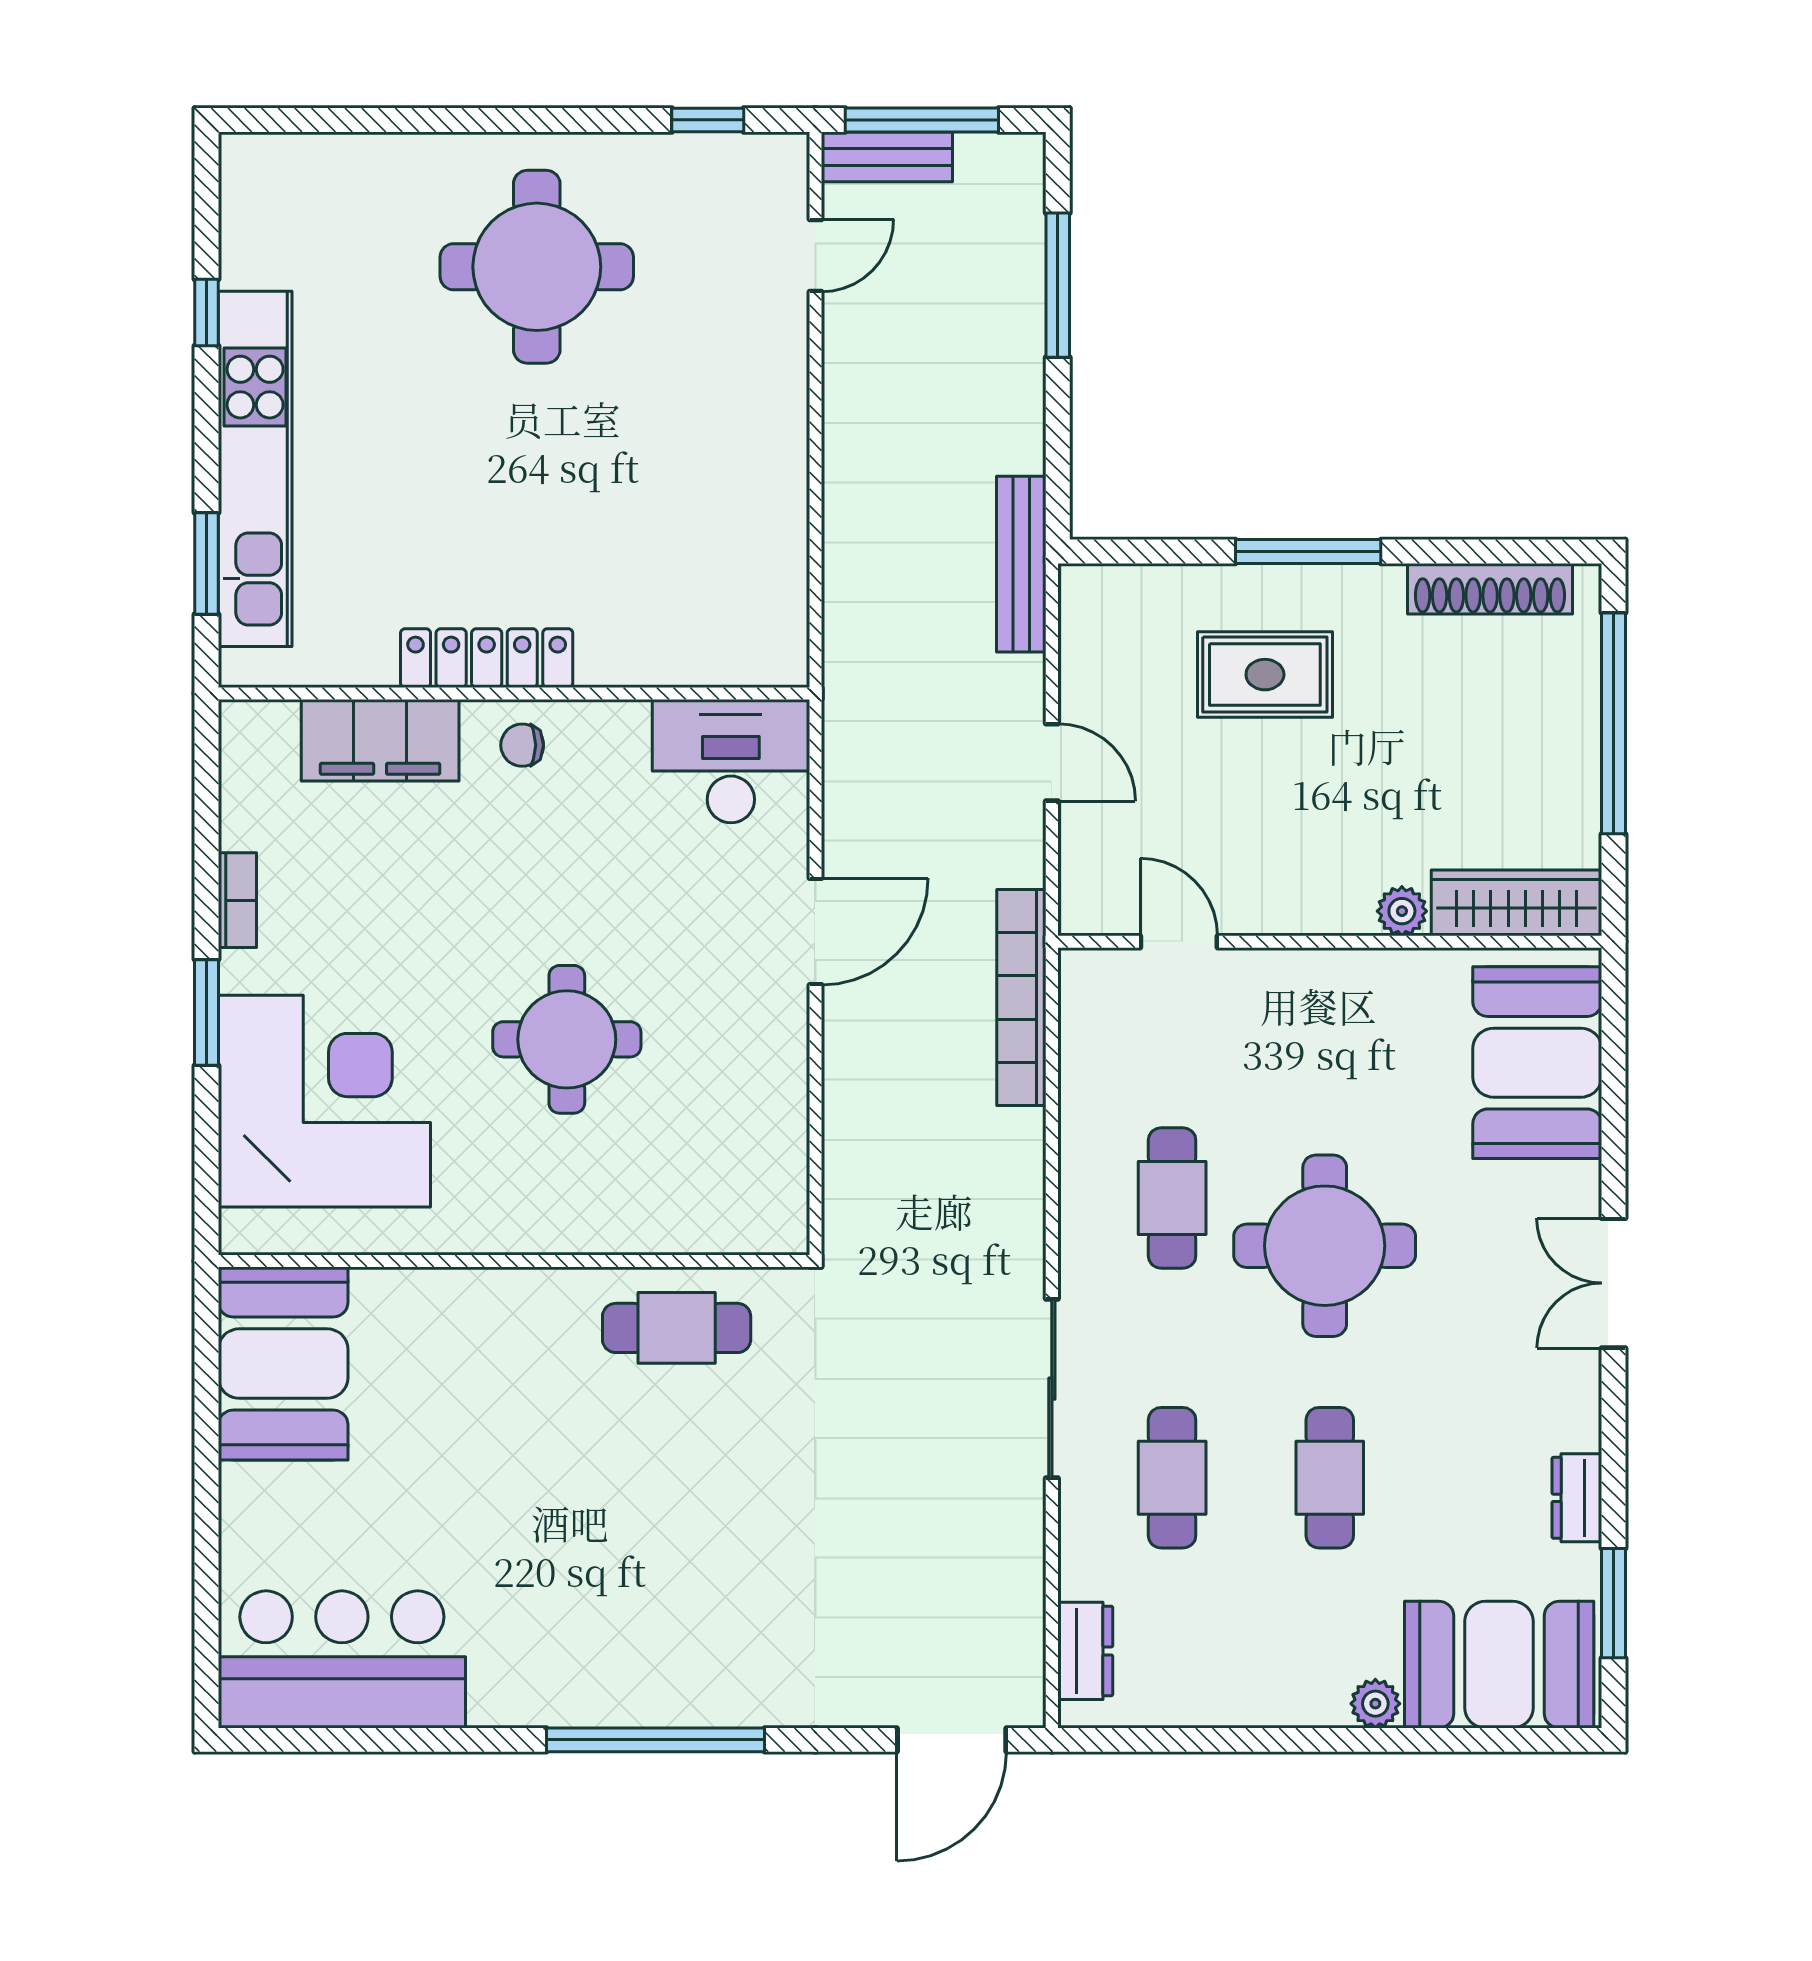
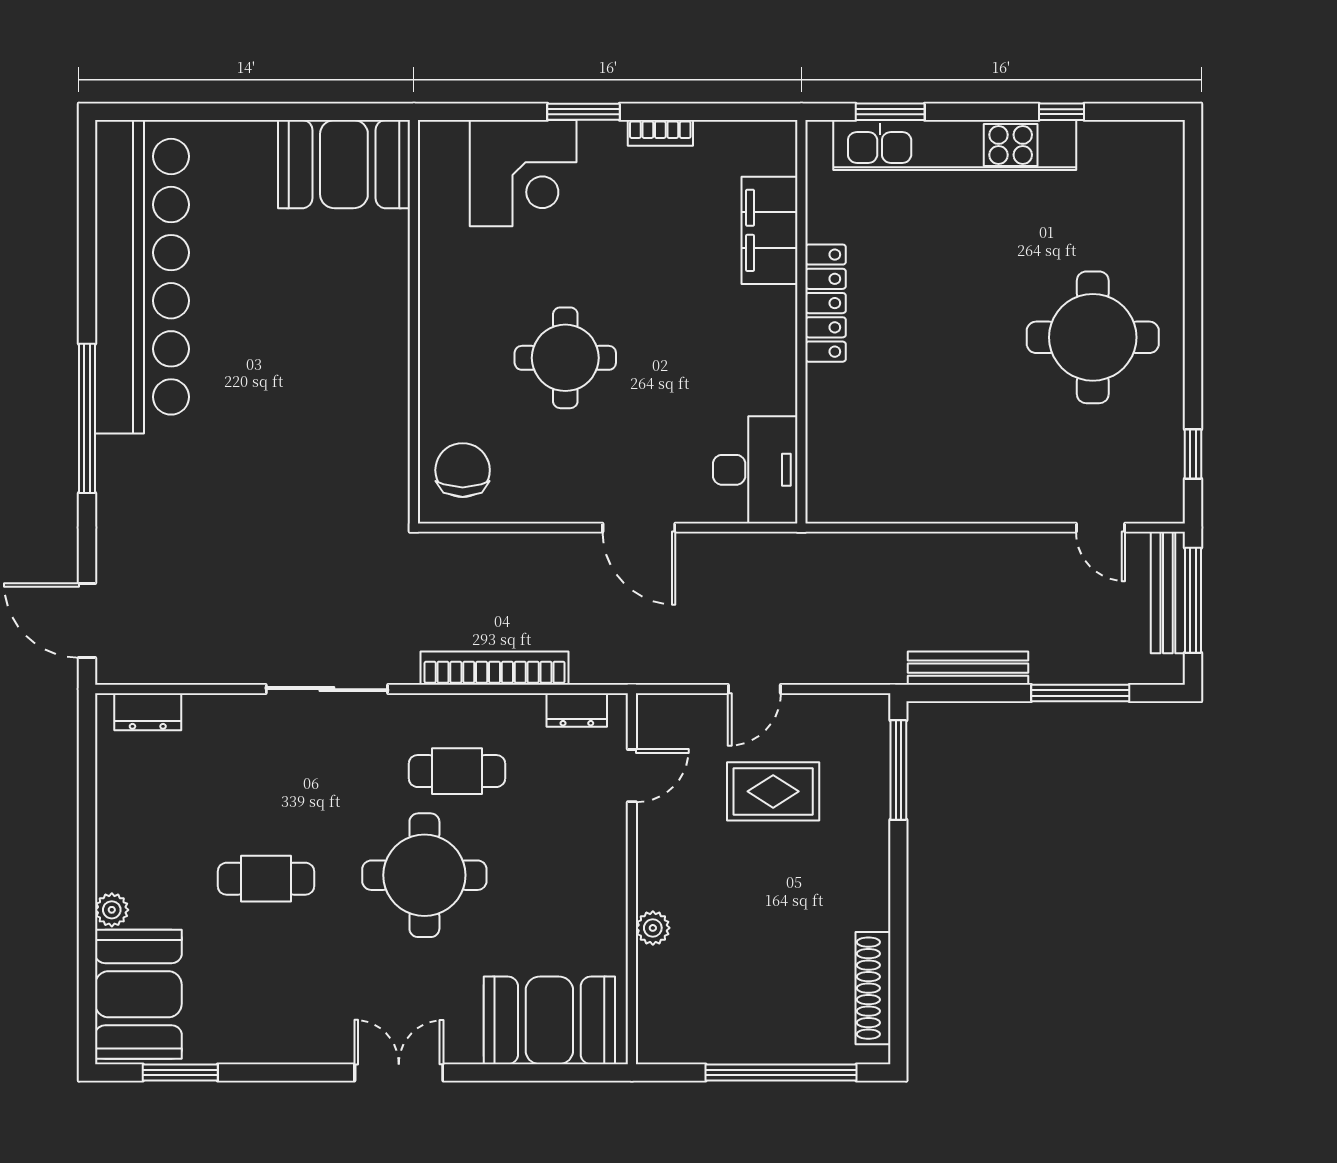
bench: (887, 157) -> (1168, 593), width x1.36
window: (1308, 552) -> (898, 770), moved
bench: (1021, 564) -> (968, 668), moved
rug: (1265, 675) -> (773, 791), moved, turned 90
chair: (522, 745) -> (463, 470), moved, width x1.87, depth x1.87
wardrobe: (1517, 903) -> (658, 1006), removed
bookcase: (1021, 998) -> (495, 668), moved
corner desk: (324, 1101) -> (523, 173), width x0.74, depth x0.74
cafe table: (677, 1328) -> (368, 433), removed
cafe table: (1172, 1478) -> (266, 771), removed
dresser: (1577, 1498) -> (577, 710), moved, turned 180
bar counter: (342, 1659) -> (142, 277), width x1.86

